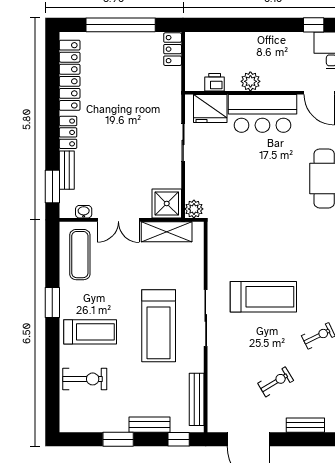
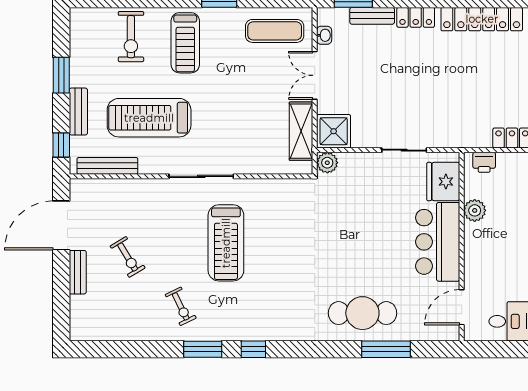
plant: (250, 81) -> (475, 210), moved
printer: (215, 82) -> (484, 162), moved, turned 90
treadmill: (159, 326) -> (149, 118), moved
bench: (305, 425) -> (78, 272), moved

